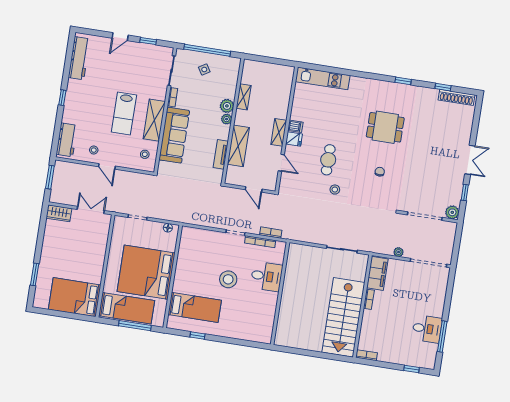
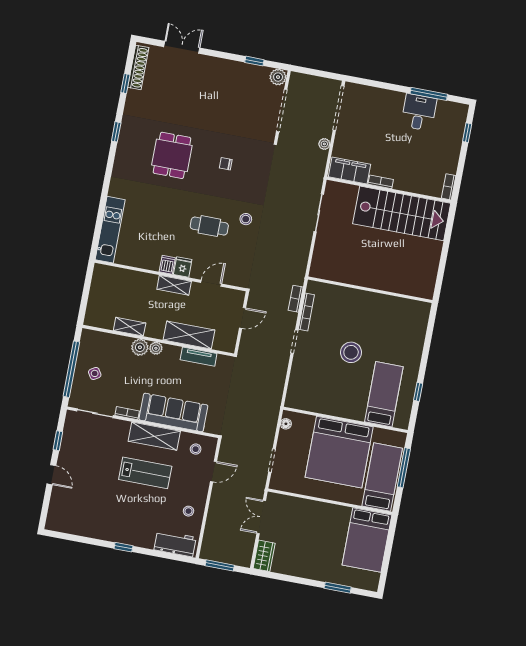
workbench: (79, 58) -> (76, 525), removed
double door: (470, 160) -> (182, 47), moved
door: (107, 166) -> (213, 471), moved
desk: (267, 276) -> (349, 306), removed

